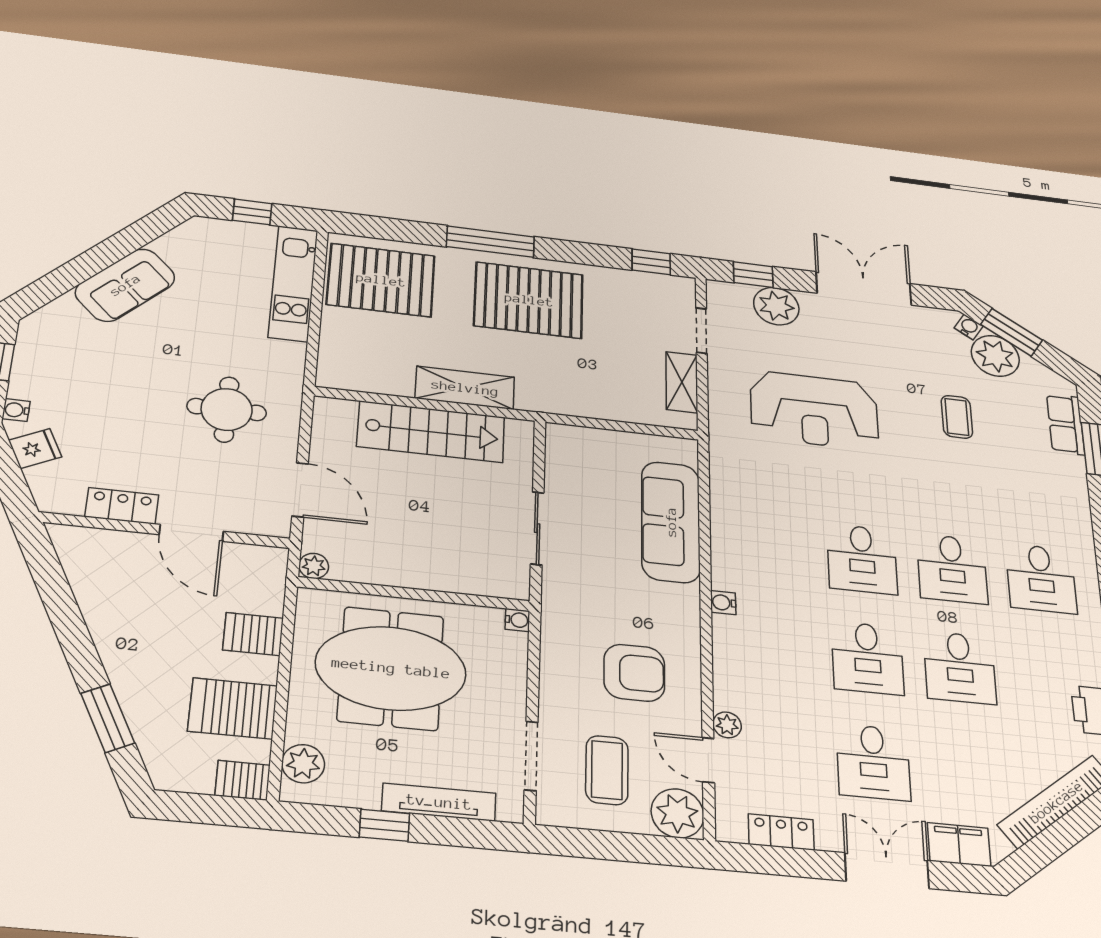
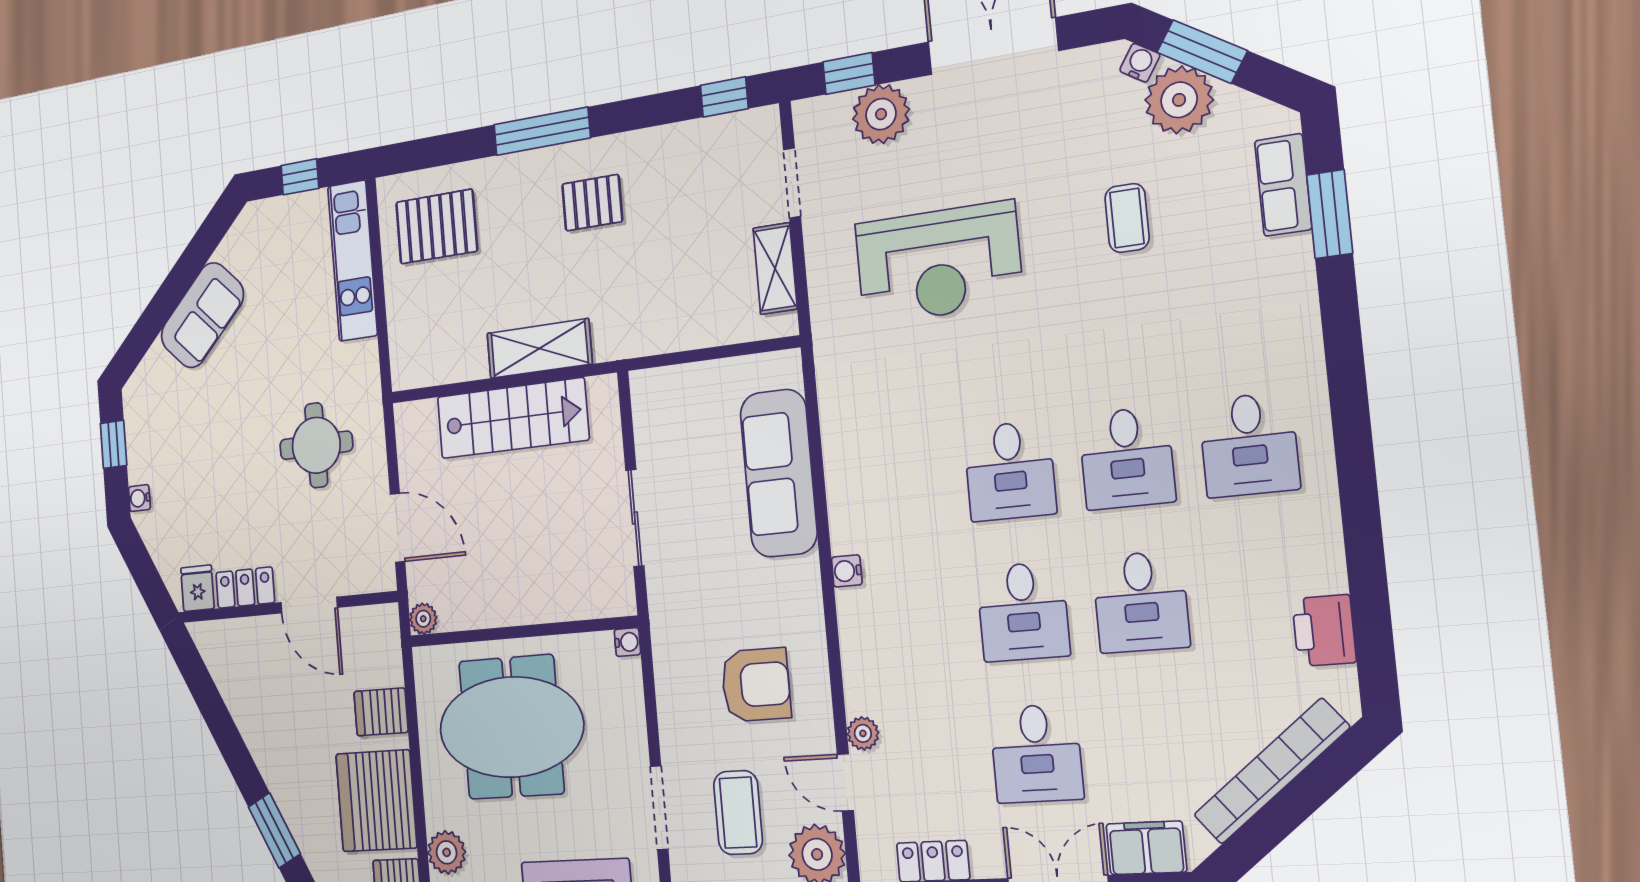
pallet: (381, 280) -> (436, 227), width x0.73, depth x0.71
pallet: (529, 300) -> (592, 203), width x0.49, depth x0.50
fridge: (35, 449) -> (198, 588), moved, turned -63
server rack: (233, 708) -> (376, 801), width x1.60

